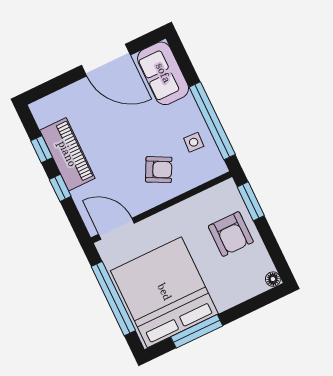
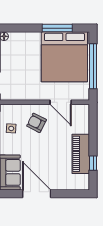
window: (60, 188) -> (93, 138), removed
door: (116, 229) -> (61, 102), moved
armchair: (231, 234) -> (15, 71), removed

